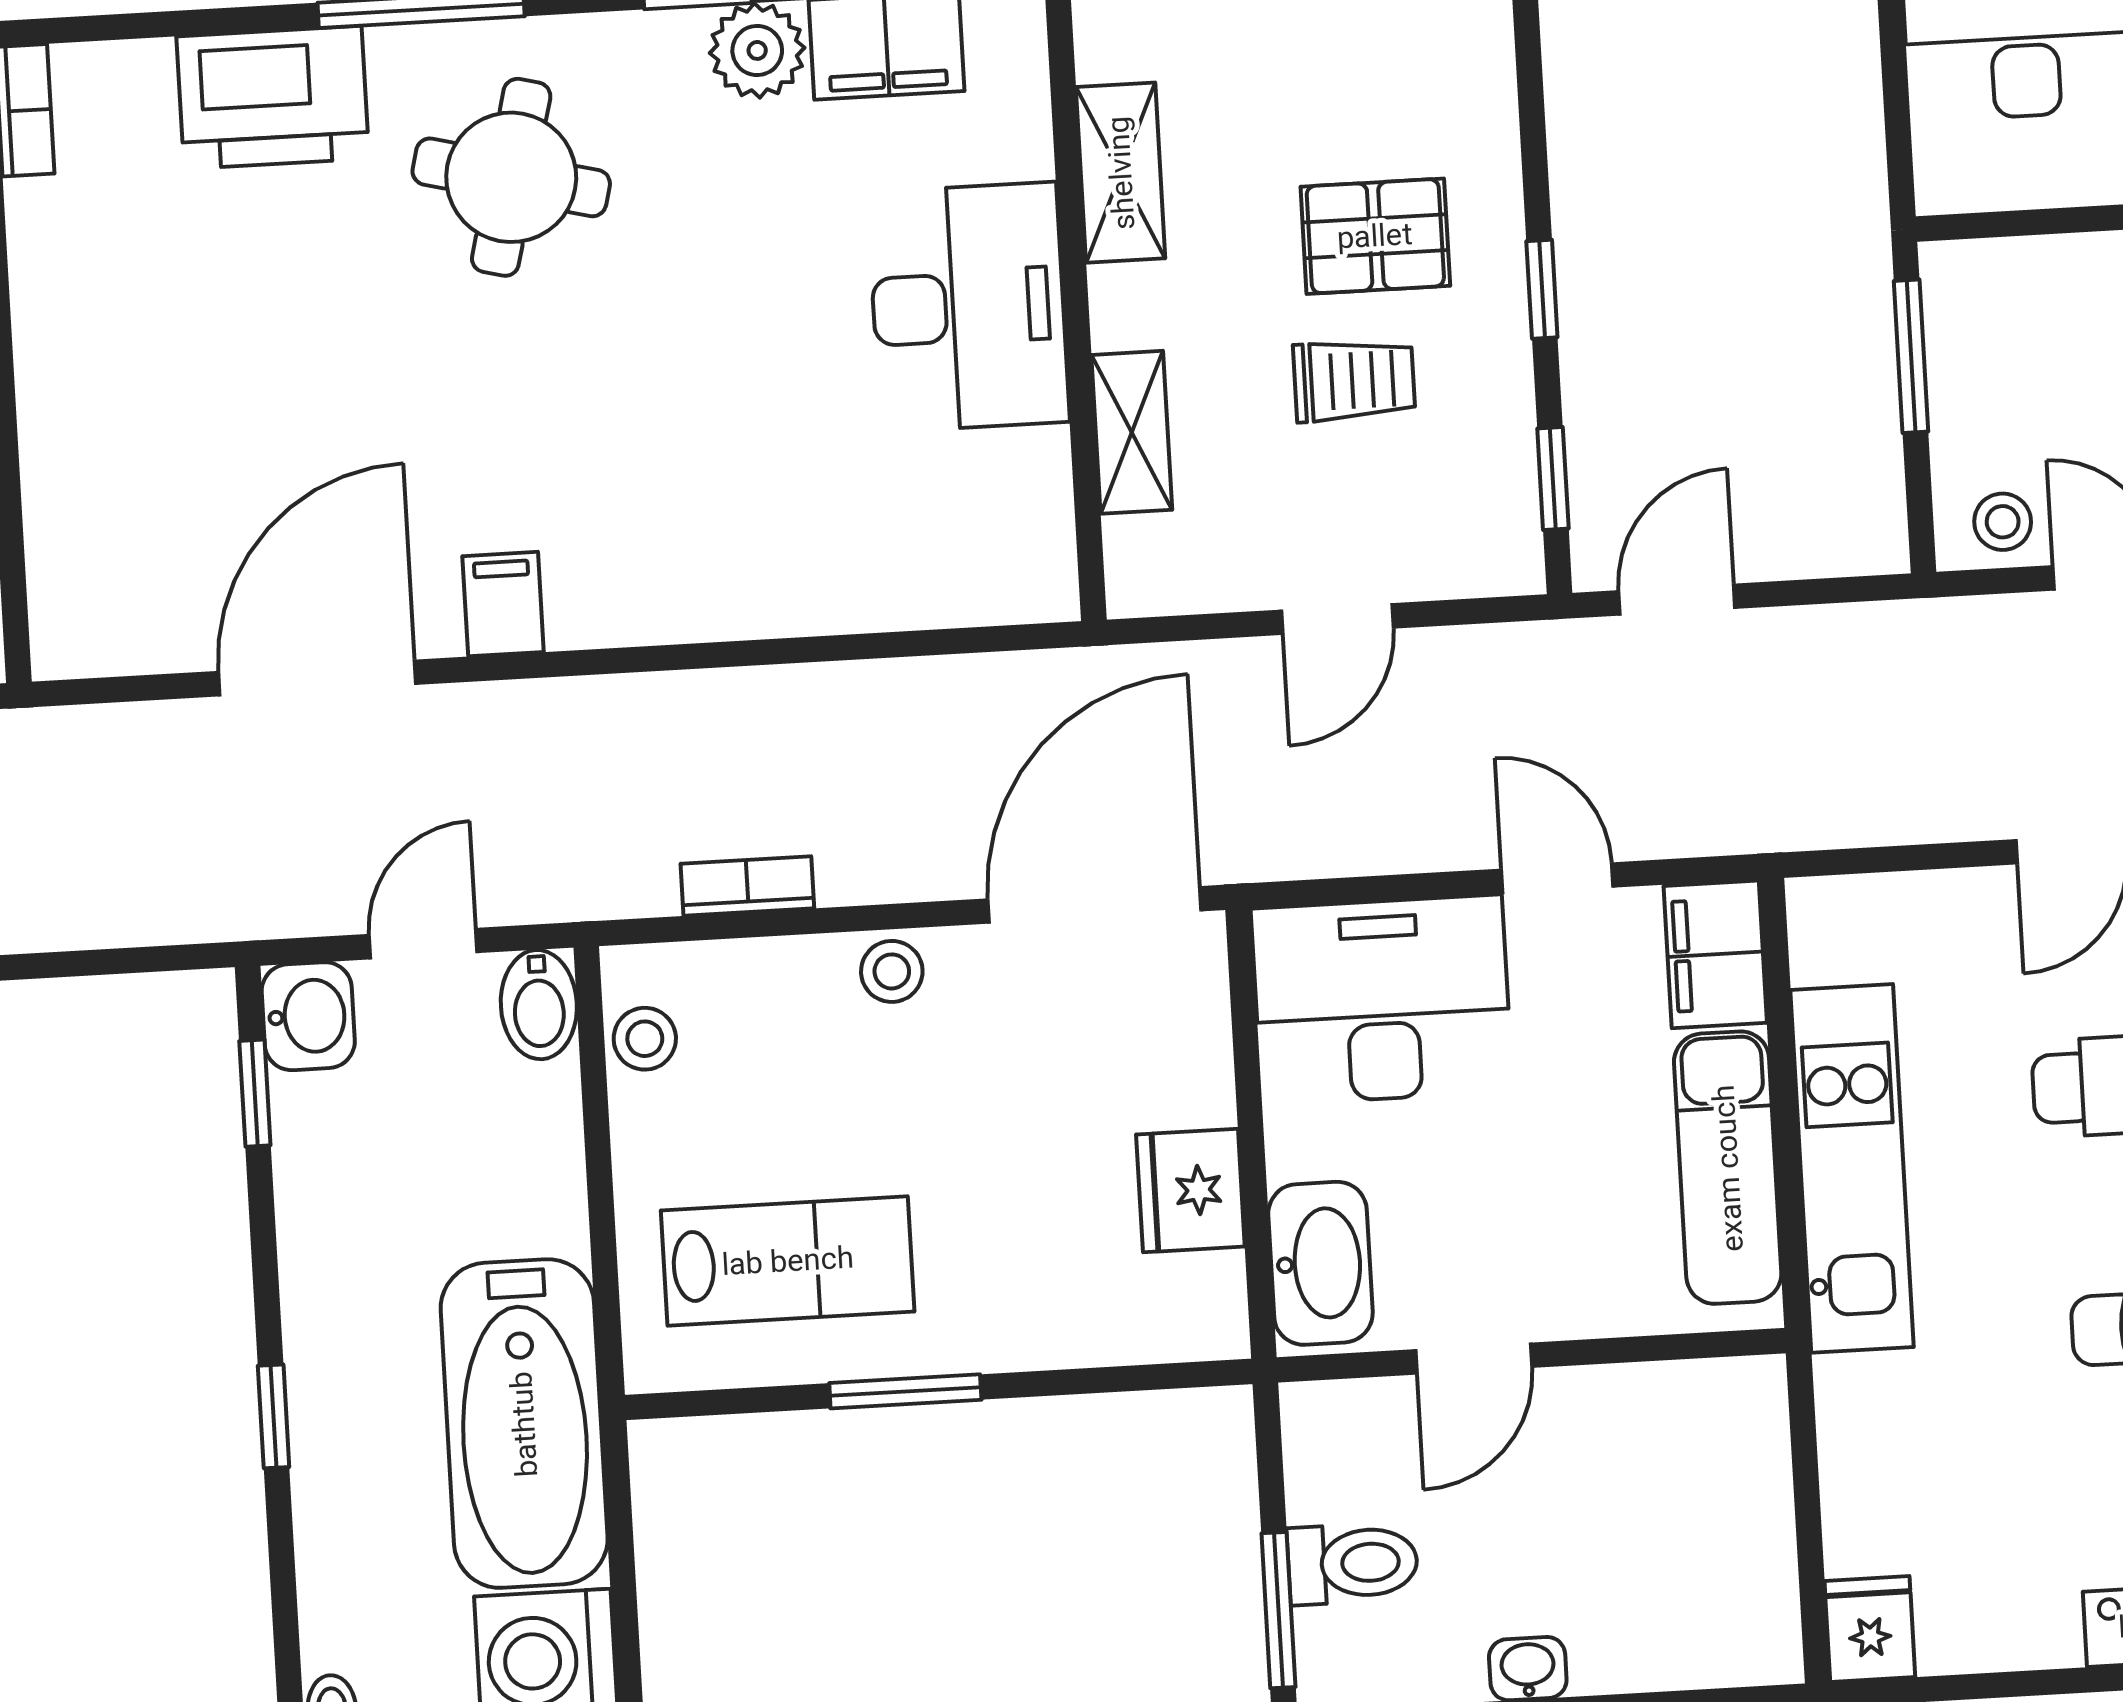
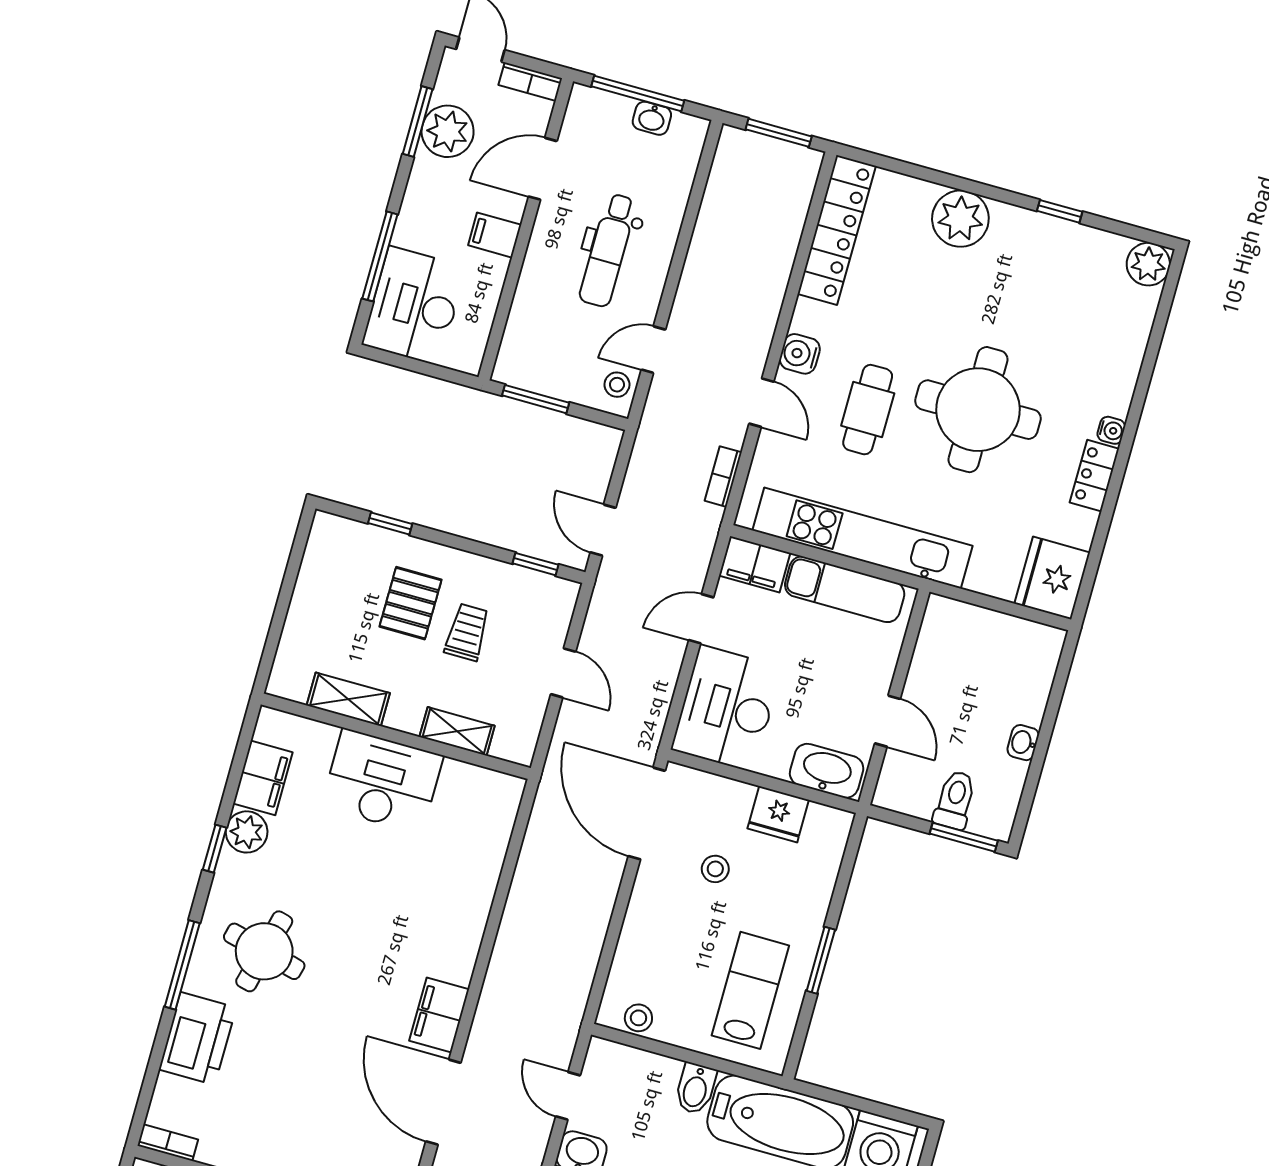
window: (1542, 289) -> (390, 523), moved
filing cabinet: (503, 604) -> (439, 1015), width x2.00
bookcase: (747, 886) -> (723, 477), moved
stool: (892, 971) -> (715, 869), moved
bidet: (539, 1005) -> (696, 1089), moved, turned 90
kitchen unit: (1852, 1168) -> (863, 538), width x1.36
fridge: (1870, 1629) -> (1052, 578), width x1.88, depth x1.34

